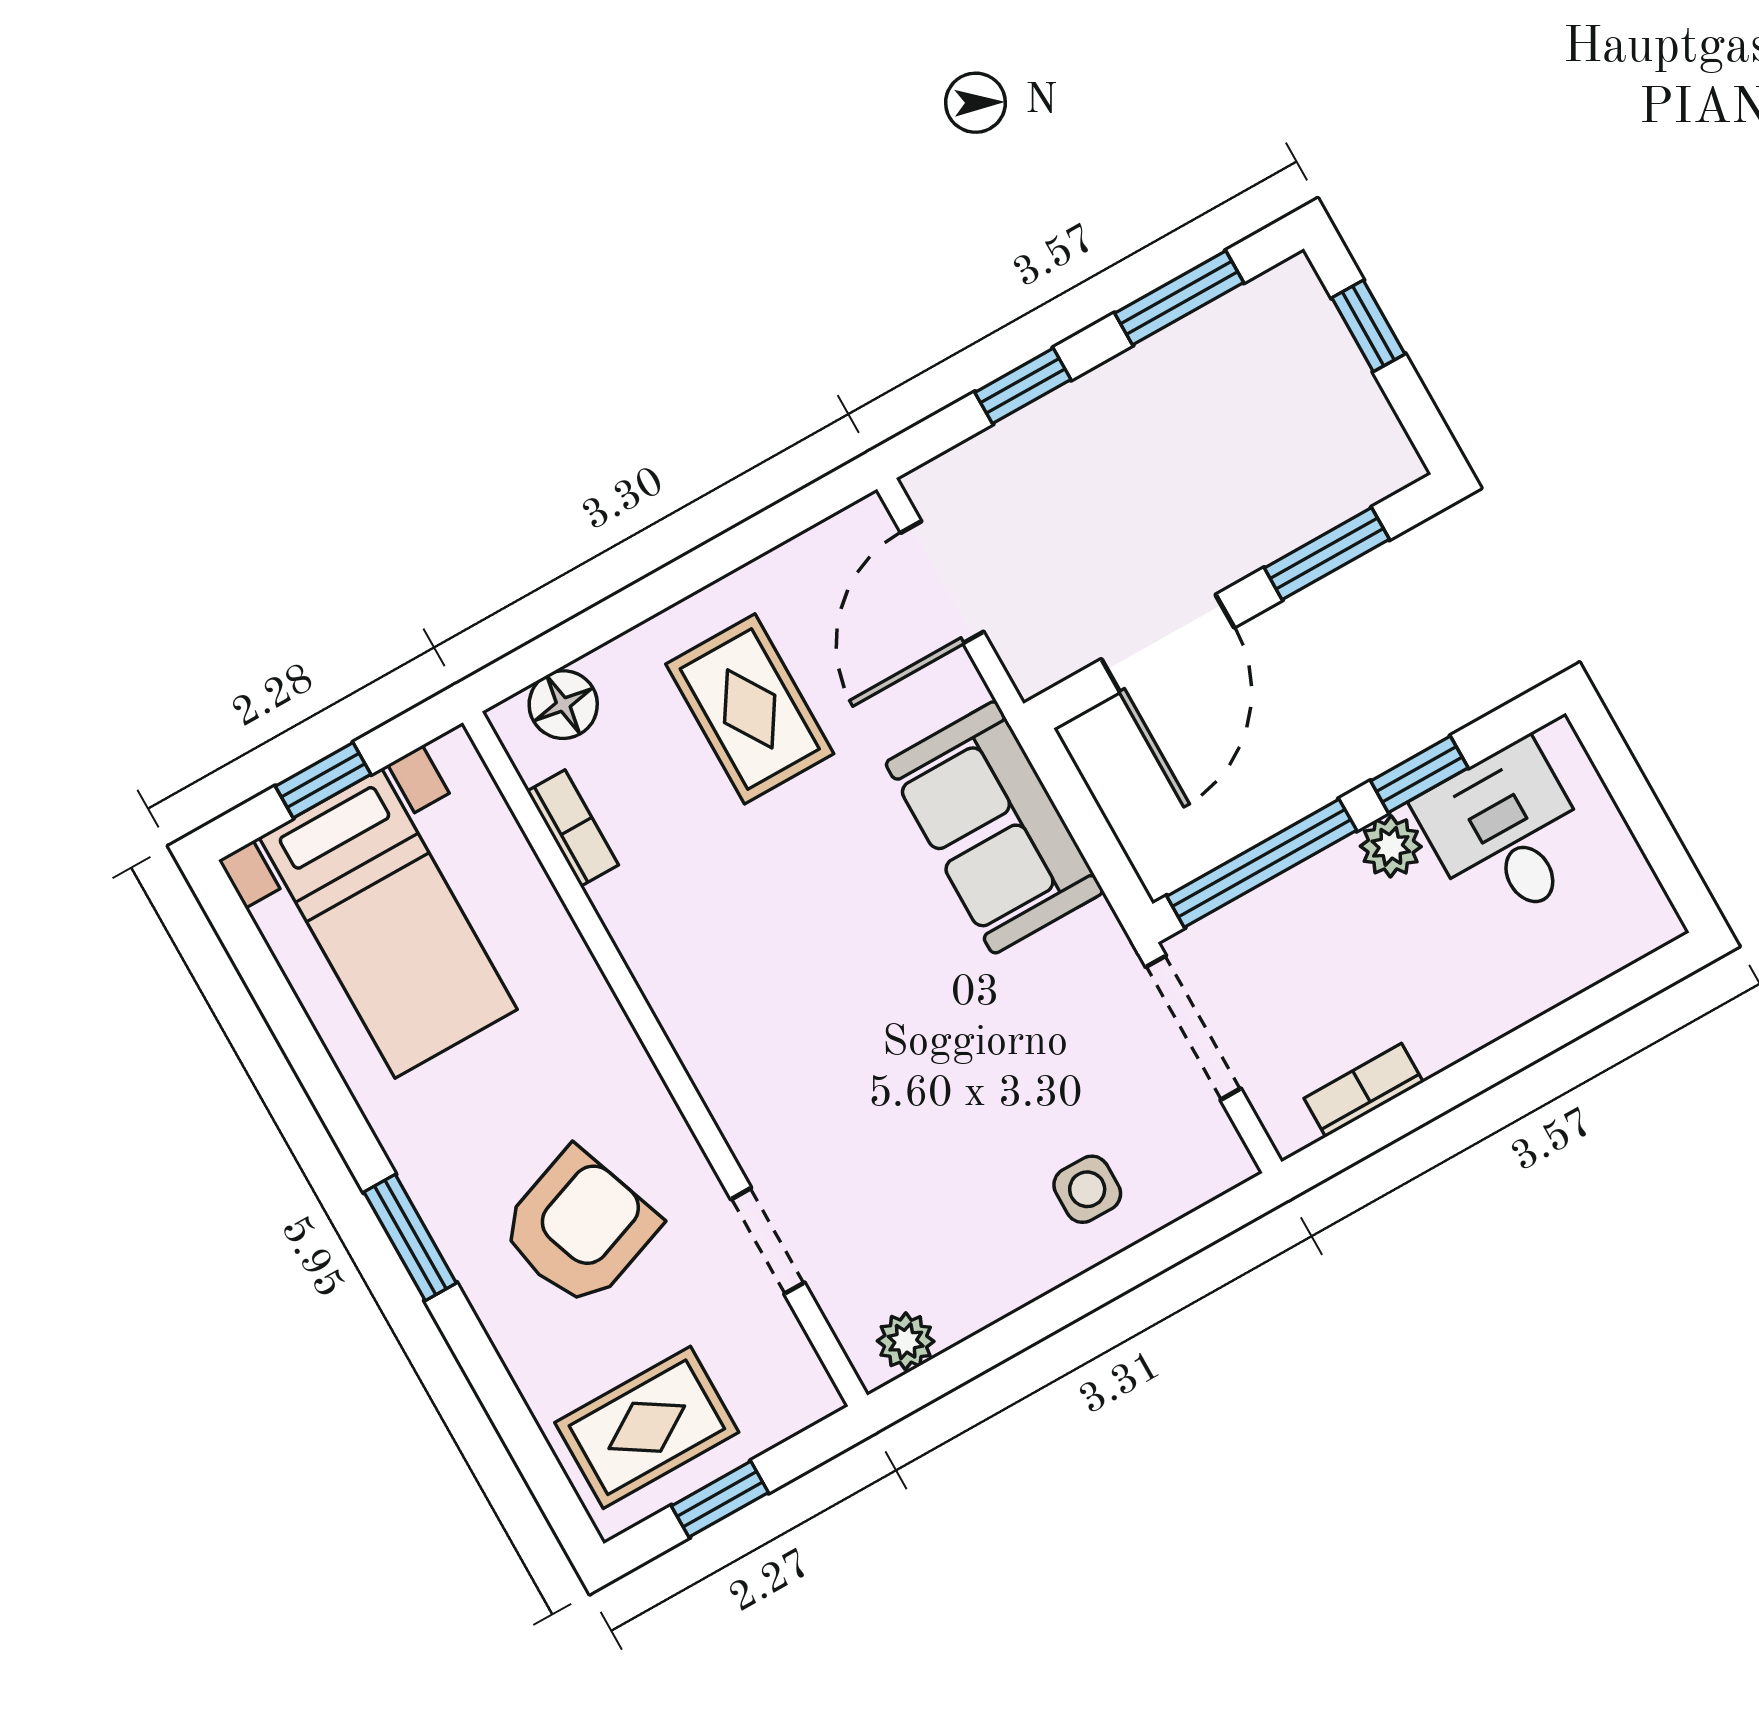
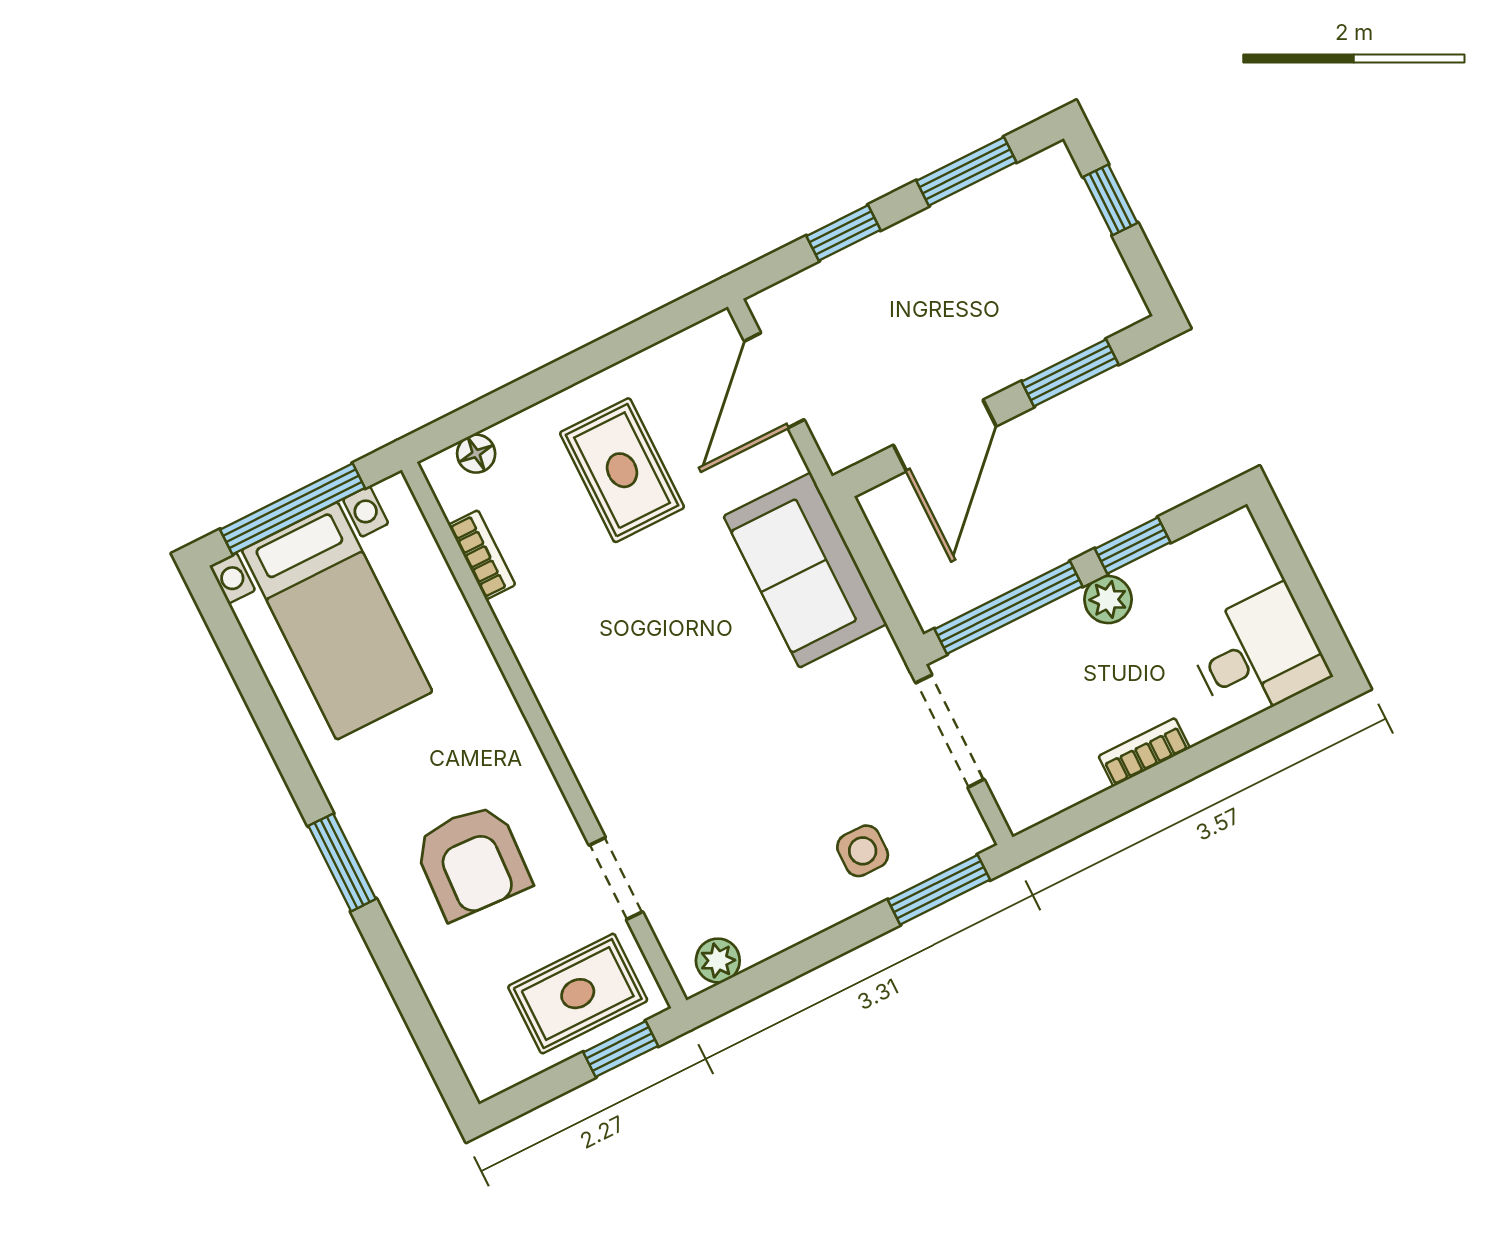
floor lamp: (563, 705) -> (476, 454), width x0.73, depth x0.73
window: (323, 780) -> (292, 509), width x2.17
desk: (1506, 833) -> (1257, 654), moved, turned 90
bookcase: (1364, 1090) -> (1144, 752), moved
armchair: (579, 1228) -> (472, 861), turned 113
window: (1189, 1235) -> (939, 890), added
rug: (647, 1427) -> (578, 994), moved
window: (720, 1499) -> (621, 1049), moved

